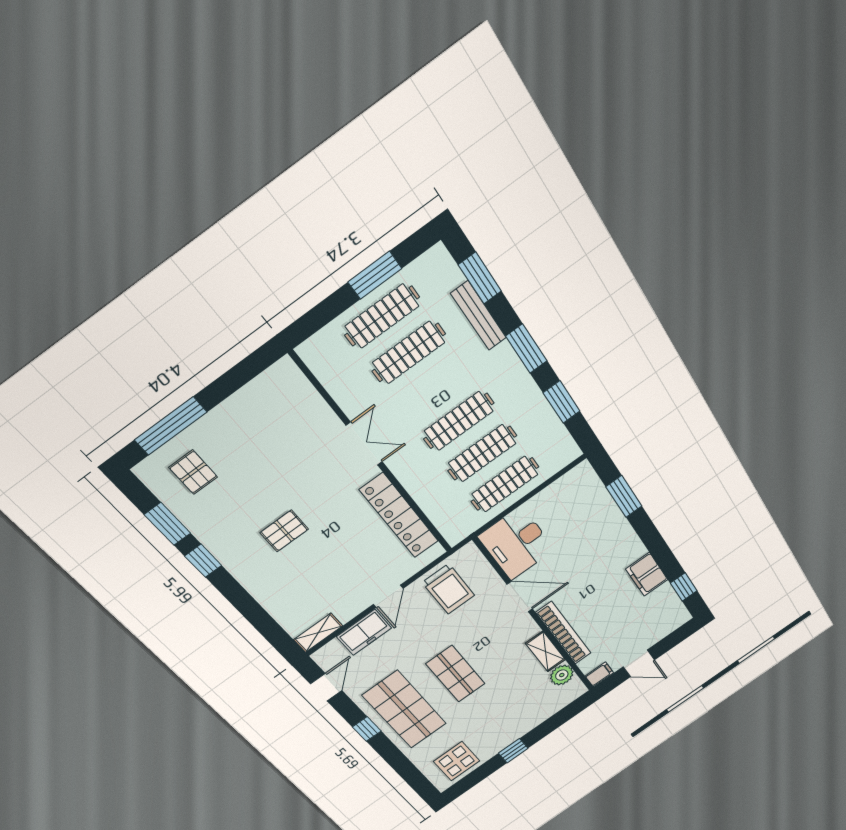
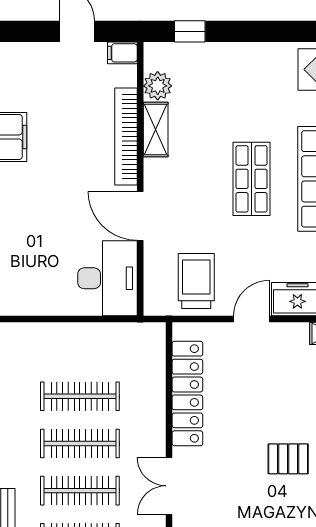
clothes rail: (505, 484) -> (80, 491), moved
window: (513, 751) -> (190, 31), moved

